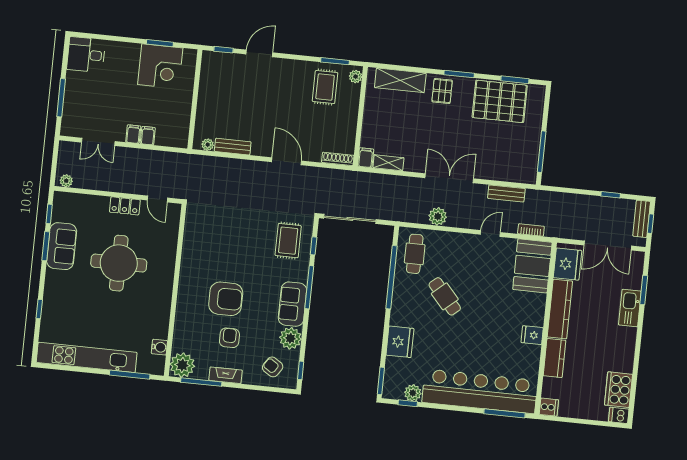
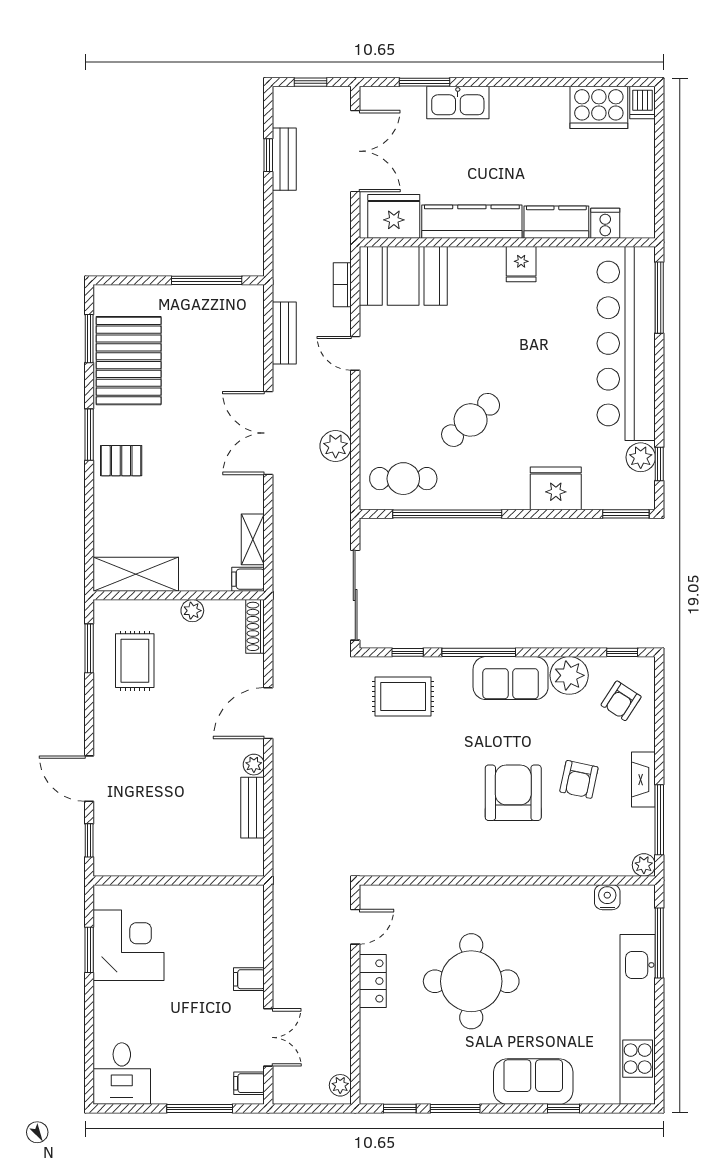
plant: (356, 77) -> (192, 611), moved
shelving: (400, 80) -> (136, 574), moved, turned 90
rug: (325, 87) -> (135, 661), turned 90
filing cabinet: (148, 136) -> (249, 1083), moved
plant: (208, 145) -> (254, 765), moved
bench: (642, 219) -> (284, 159), moved, turned 90
sofa: (62, 246) -> (533, 1082), moved
armchair: (229, 338) -> (579, 779), turned -78
plant: (182, 365) -> (644, 865), width x0.53, depth x0.53
cooker: (549, 407) -> (605, 223), moved

